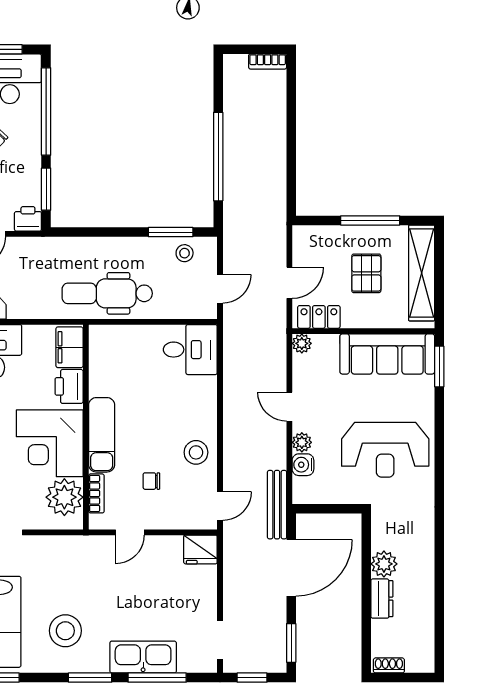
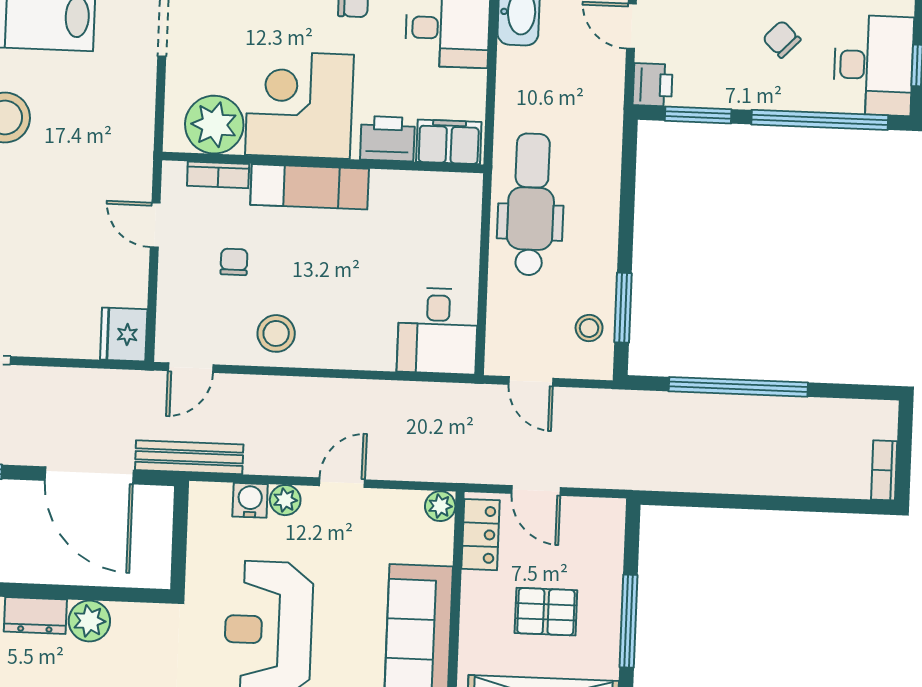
door: (220, 506) -> (191, 368), hinge flipped

